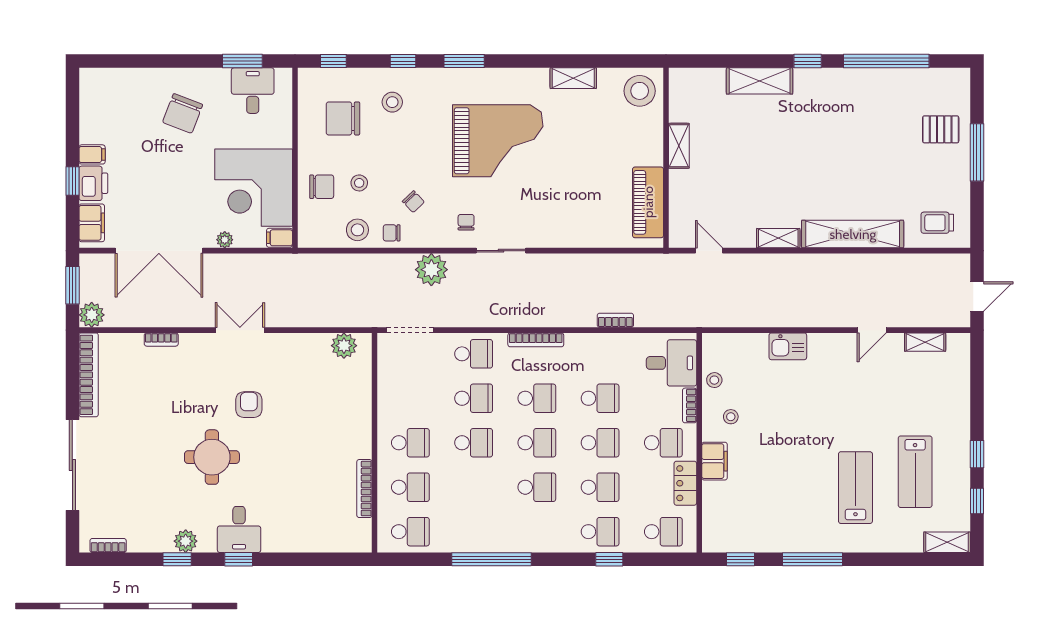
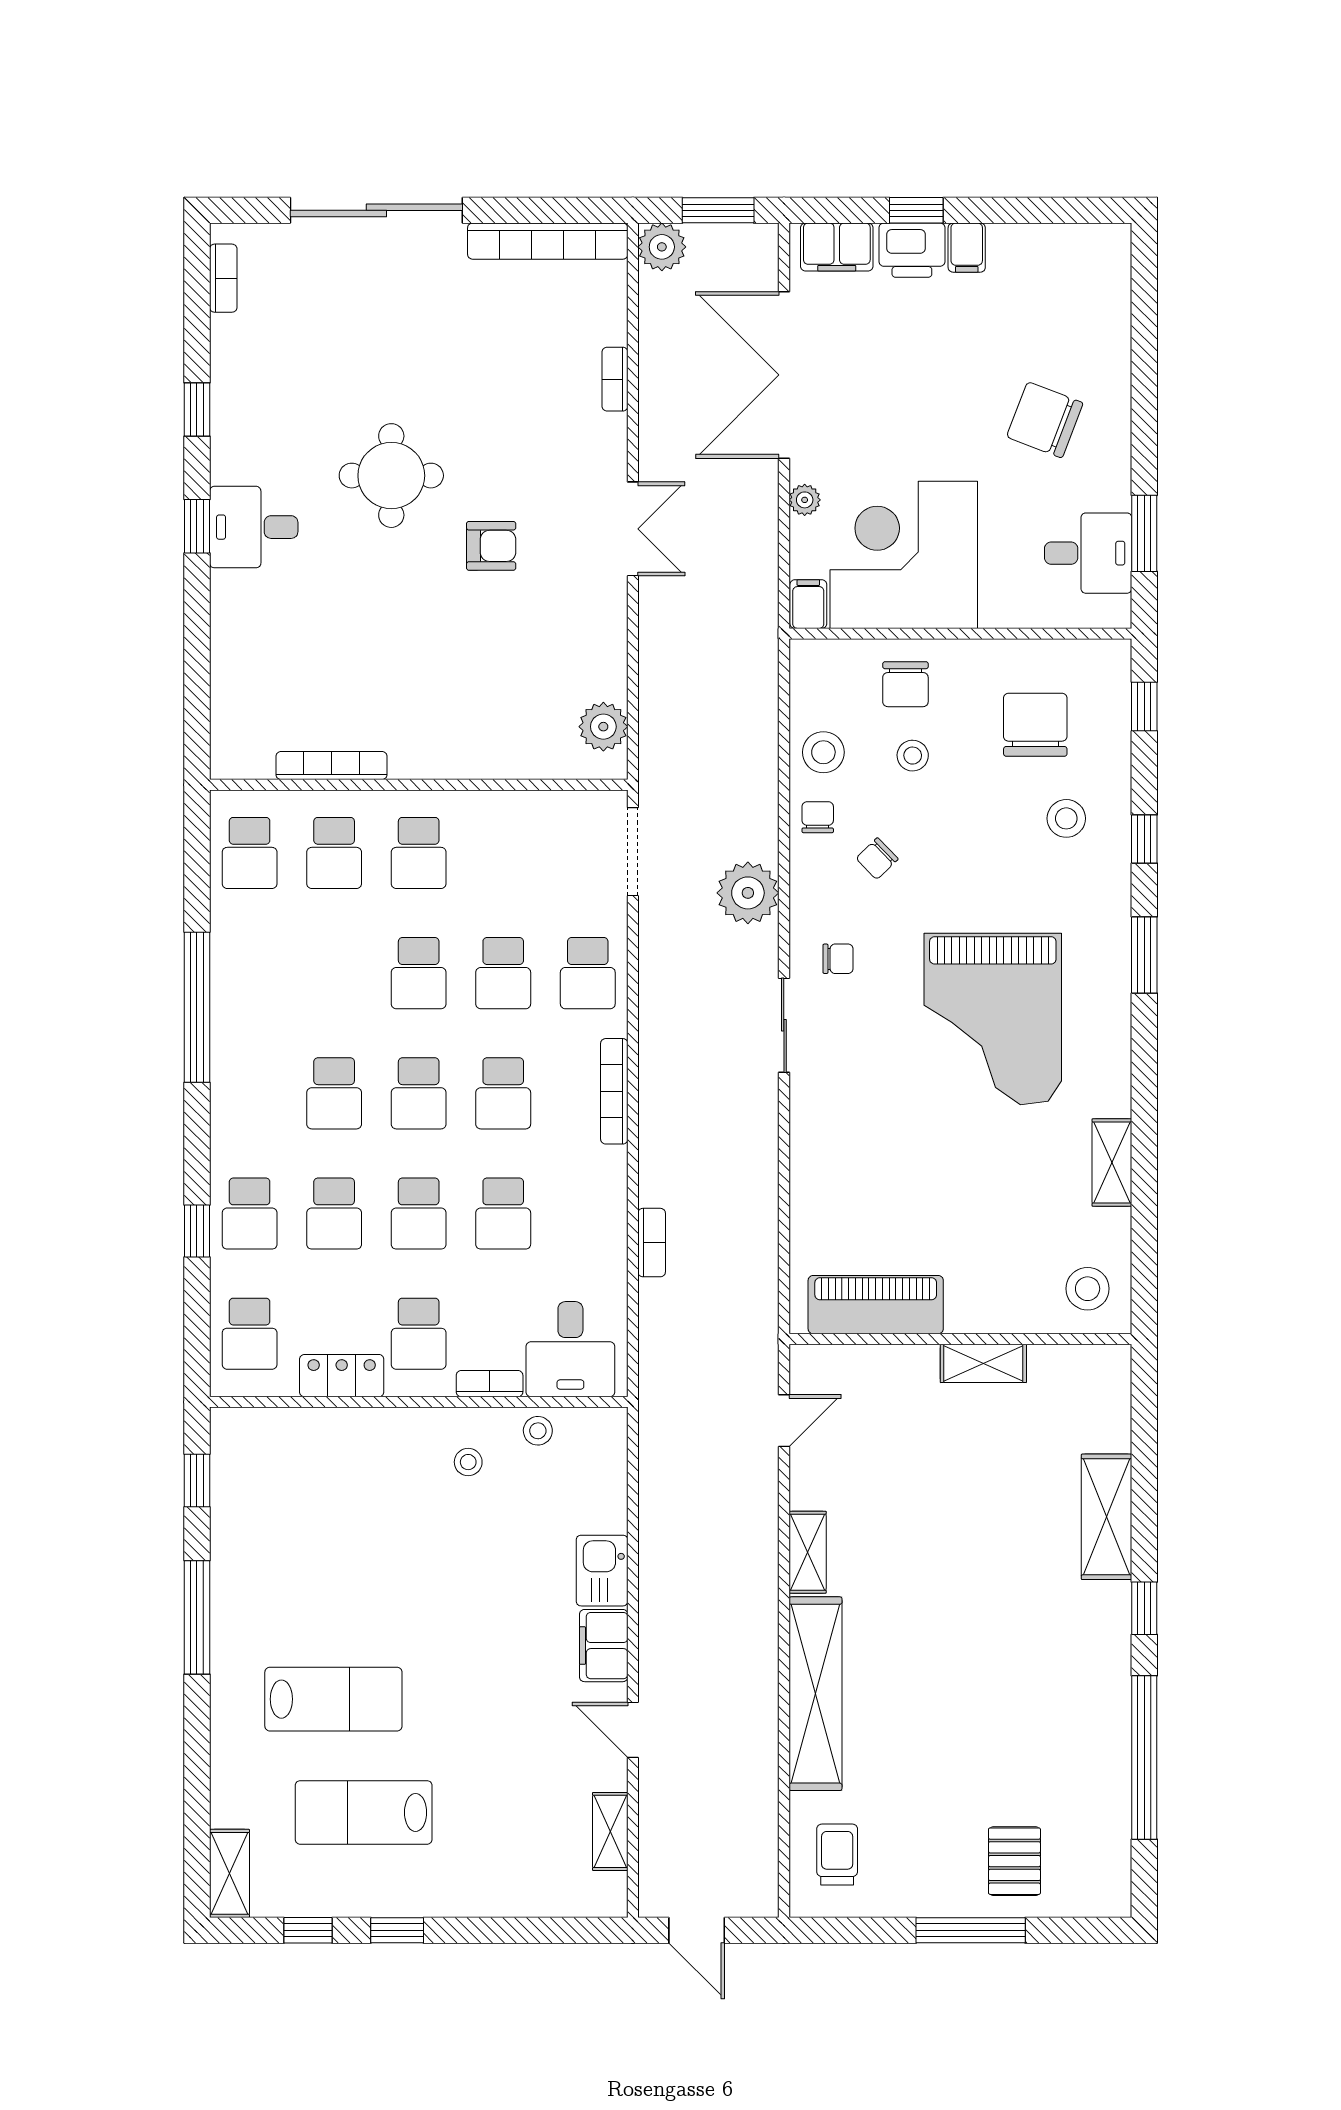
stool: (640, 91) -> (1088, 1289), width x0.73, depth x0.73
filing cabinet: (714, 461) -> (604, 1646), moved, turned 90
plant: (186, 541) -> (232, 425), removed

